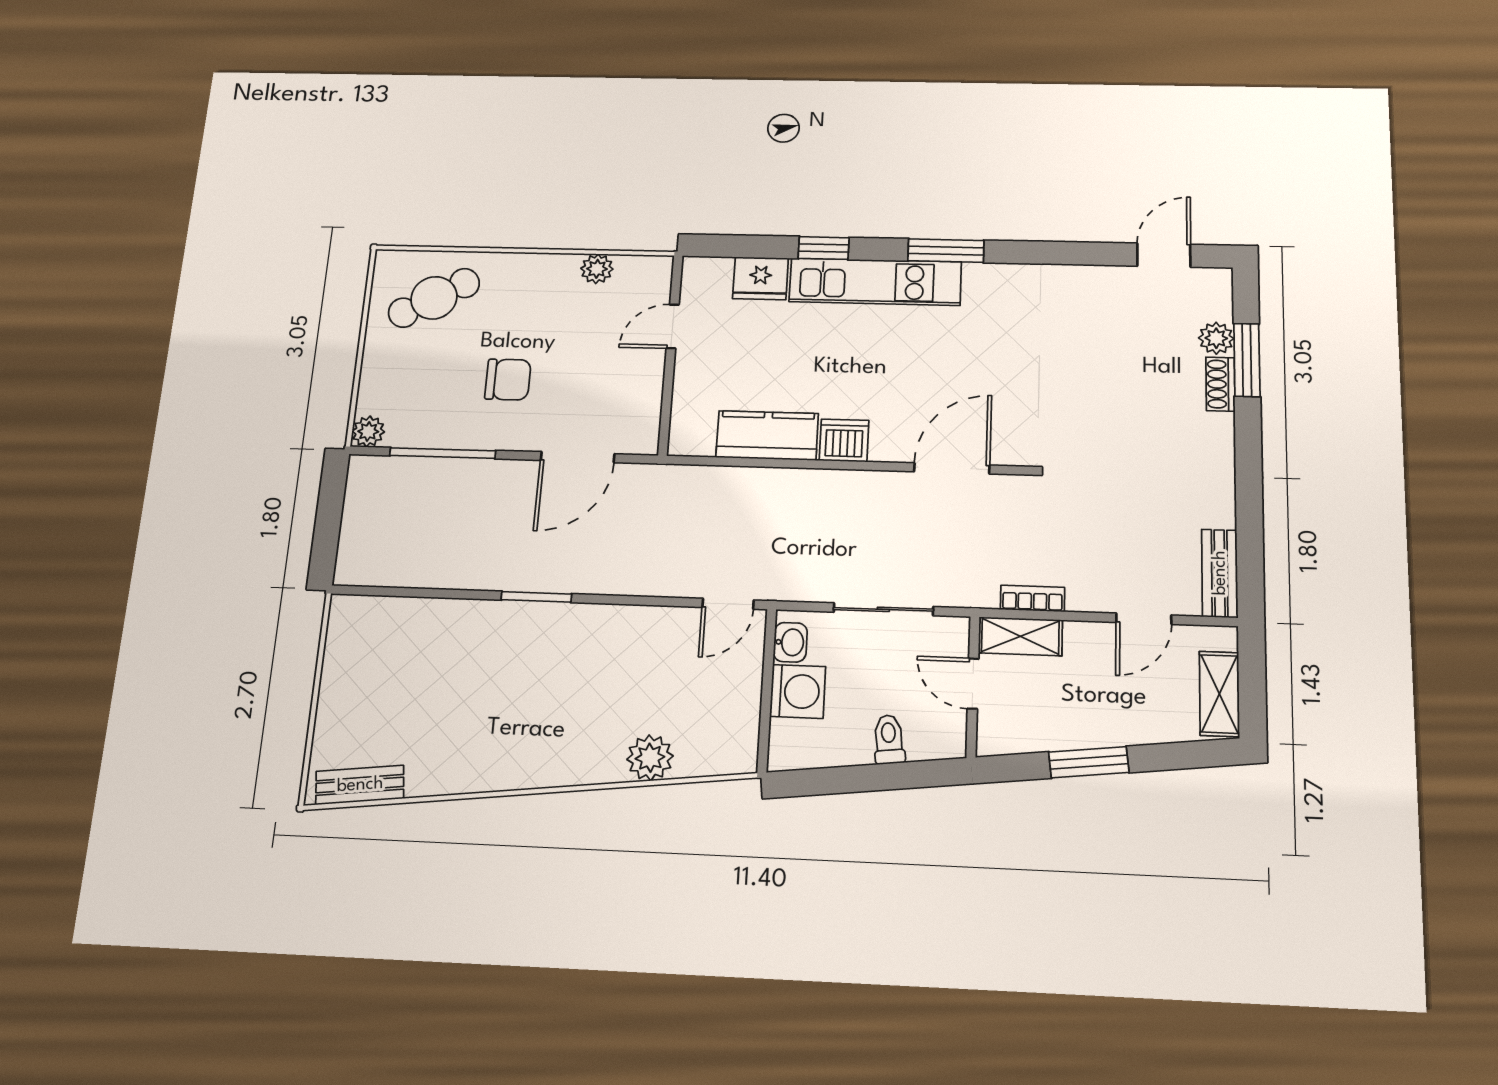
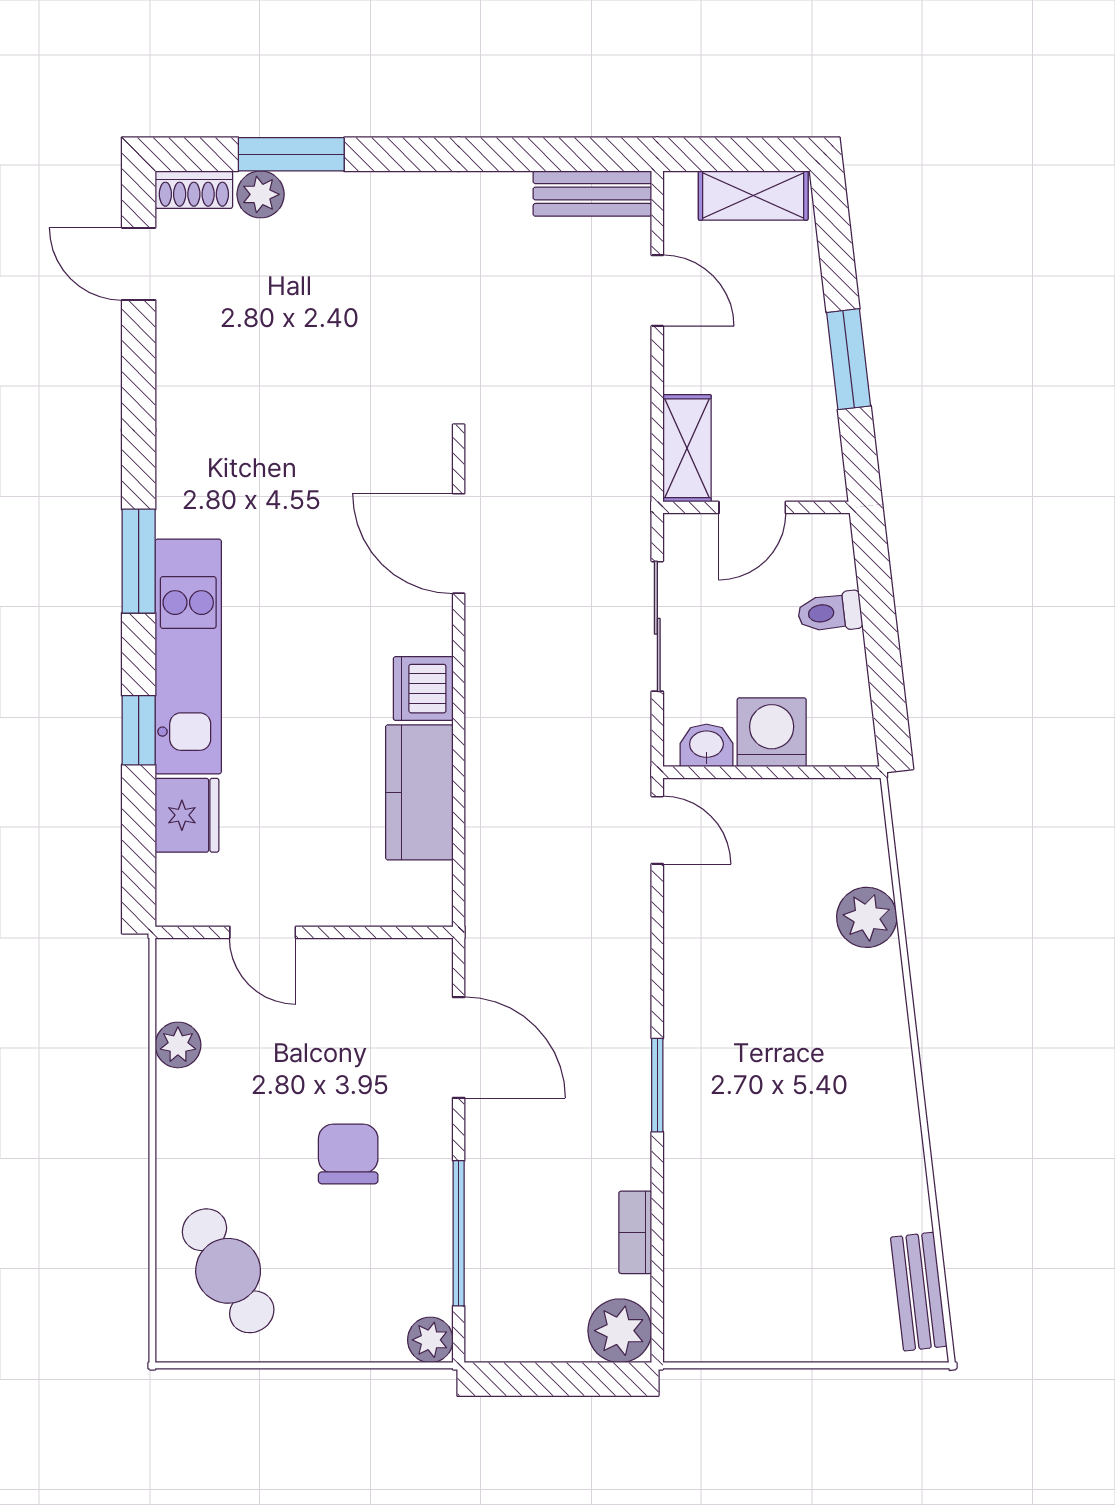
shoe rack: (1220, 384) -> (194, 190), moved
plant: (358, 564) -> (620, 1331), added
bookcase: (1032, 598) -> (635, 1232), moved

